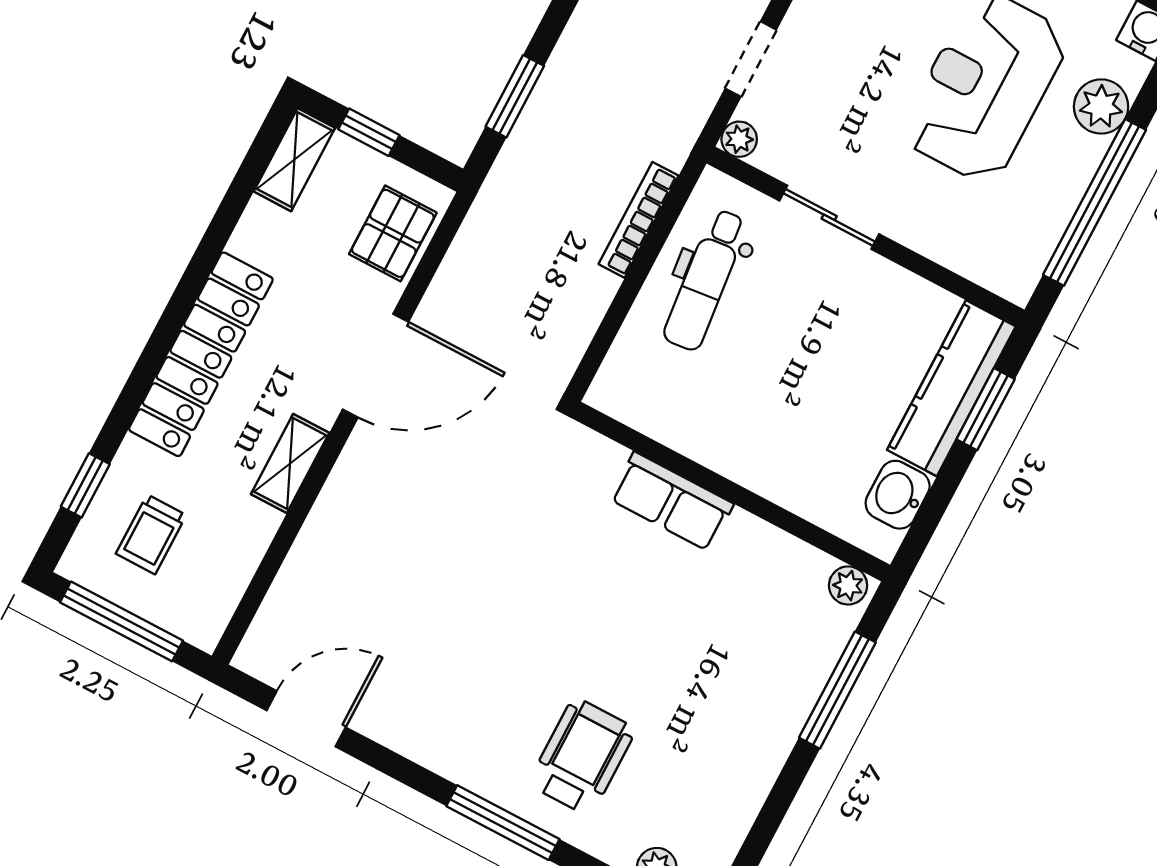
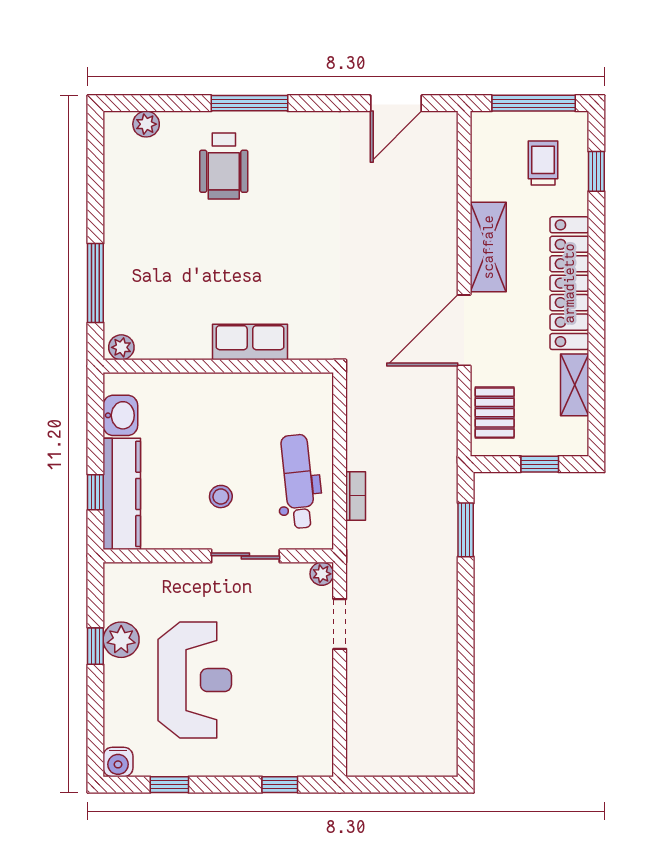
plant: (1101, 106) -> (121, 640), moved
shelving: (294, 160) -> (575, 385), moved
window: (1095, 202) -> (95, 646), width x0.32
bookcase: (639, 220) -> (356, 496), width x0.64
stool: (820, 315) -> (221, 497), added
window: (986, 409) -> (95, 492), width x0.67
shelving: (290, 464) -> (488, 247), width x1.50, depth x1.33

